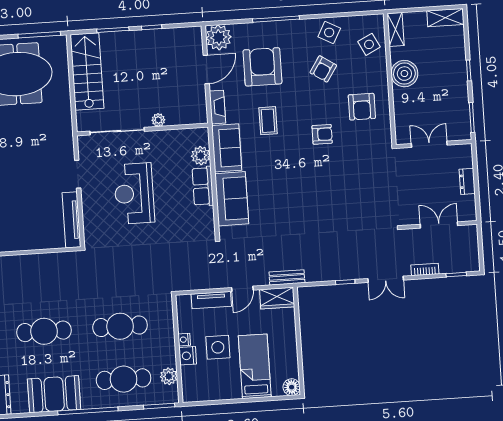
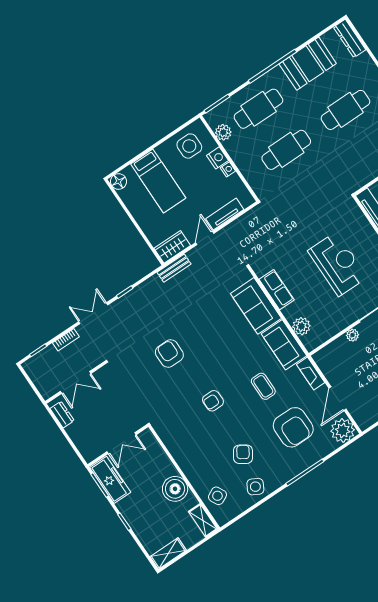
armchair: (362, 107) -> (169, 354), moved
freezer: (459, 117) -> (110, 480), added
dresser: (467, 181) -> (62, 415), moved
row of seats: (203, 186) -> (277, 290), moved
side table: (218, 347) -> (189, 146), moved

